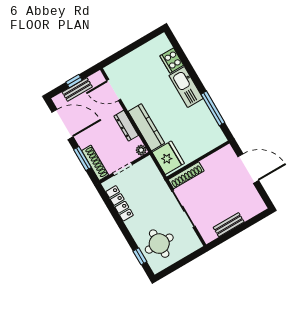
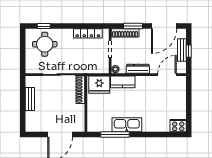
cooker: (172, 61) -> (178, 126), moved
kitchen sink: (186, 87) -> (127, 125), moved
kitchen counter: (146, 127) -> (123, 82), width x0.67

